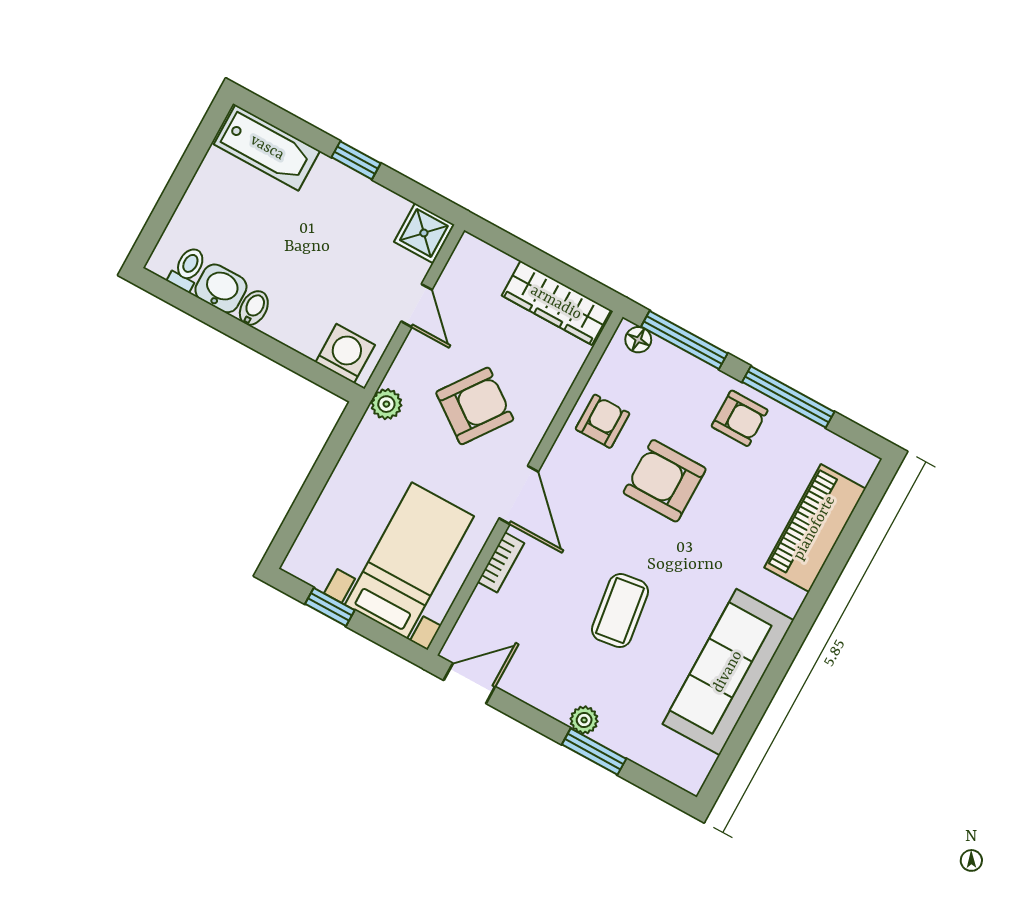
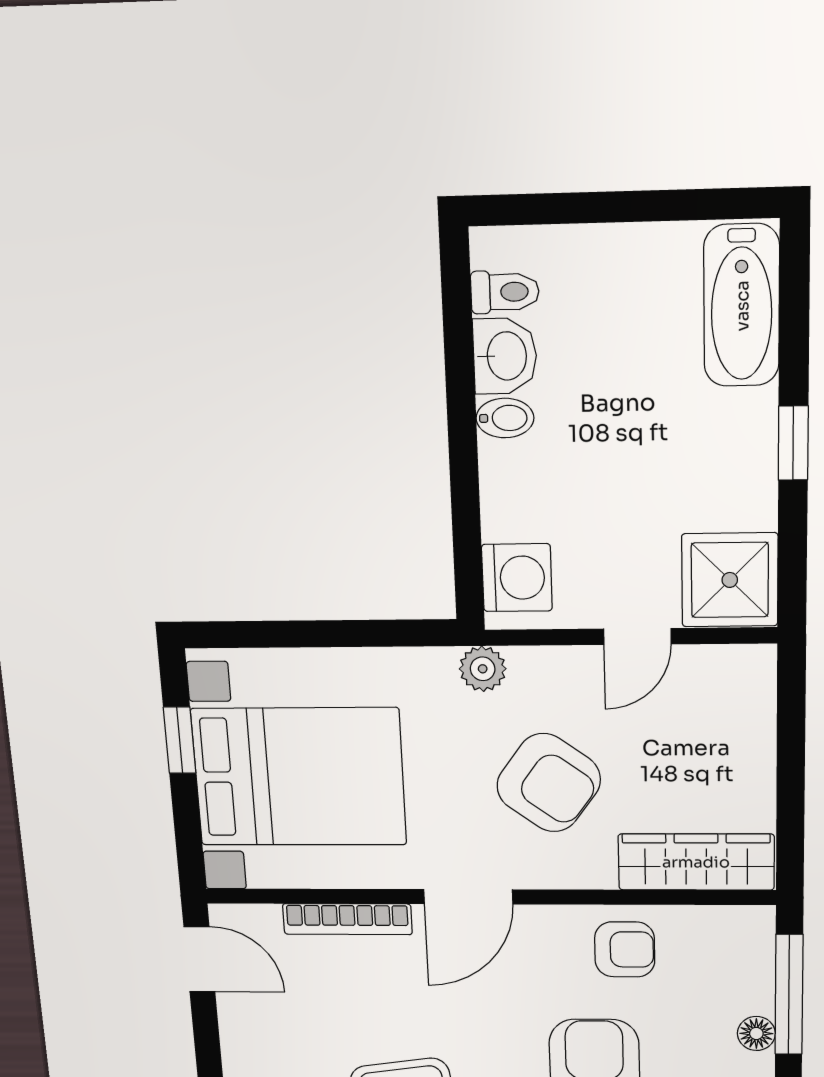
shower: (424, 233) -> (730, 580), width x1.36, depth x1.36
wardrobe: (556, 303) -> (696, 862), moved, turned 90
floor lamp: (638, 340) -> (756, 1033), moved
bed with nightstands: (409, 560) -> (299, 777), width x1.36
bookcase: (501, 562) -> (347, 919), width x1.56

